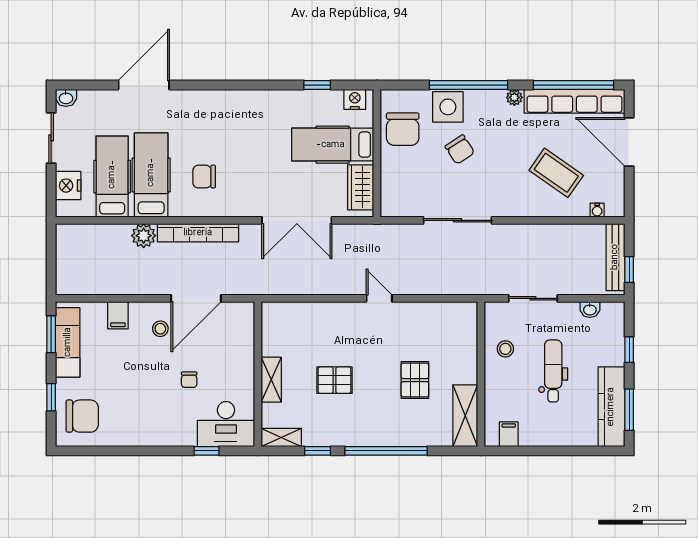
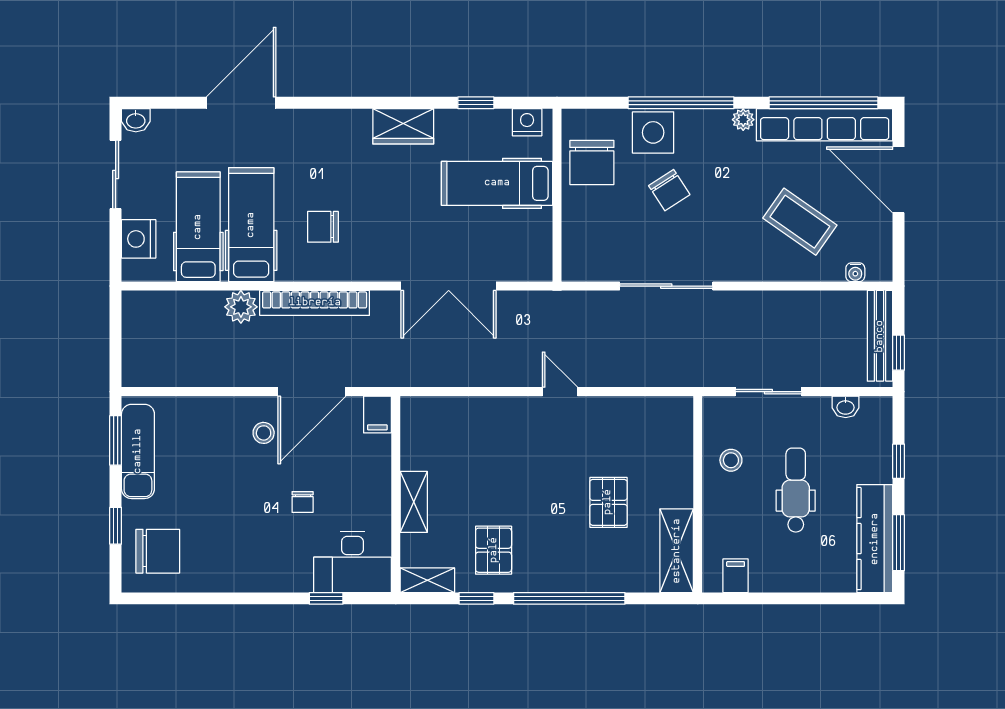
wardrobe: (361, 187) -> (403, 126), moved, turned -90
filing cabinet: (118, 315) -> (377, 414), moved
pallet: (334, 380) -> (494, 550), moved, turned 90

